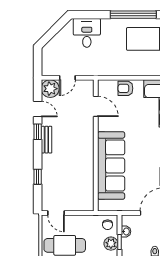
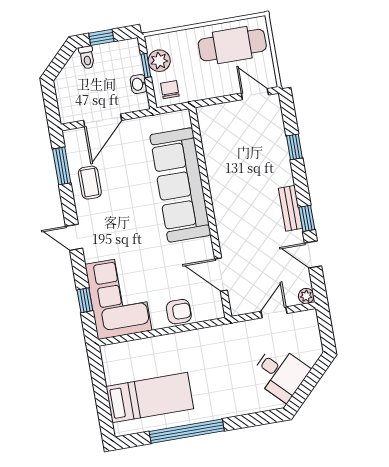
desk: (87, 33) -> (280, 373), moved, turned -45
plant: (50, 89) -> (306, 296), width x0.53, depth x0.53

